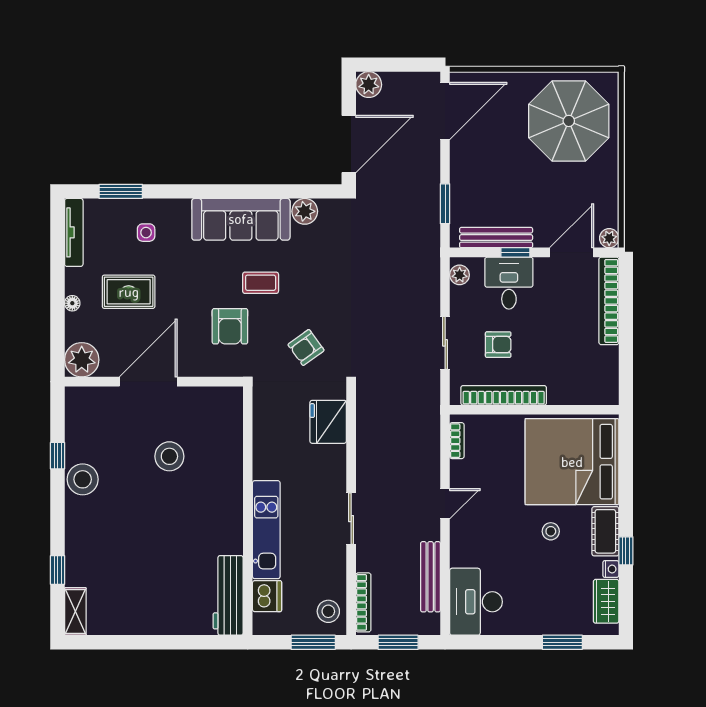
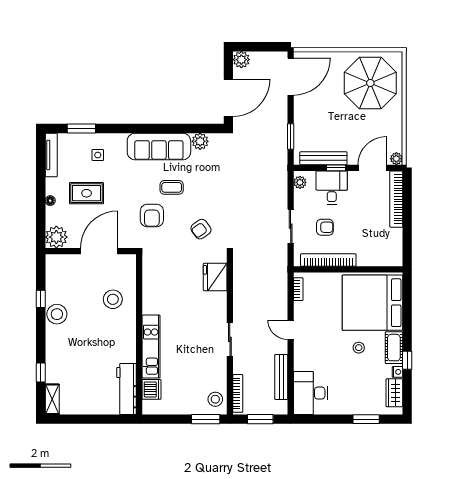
door: (445, 504) -> (291, 330), swing flipped
wall: (248, 511) -> (139, 334), moved
kitchen unit: (266, 530) -> (151, 347), moved
workbench: (228, 595) -> (126, 389), moved
dishwasher: (267, 596) -> (152, 389), moved

